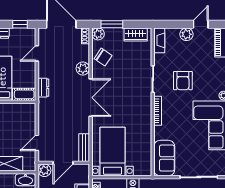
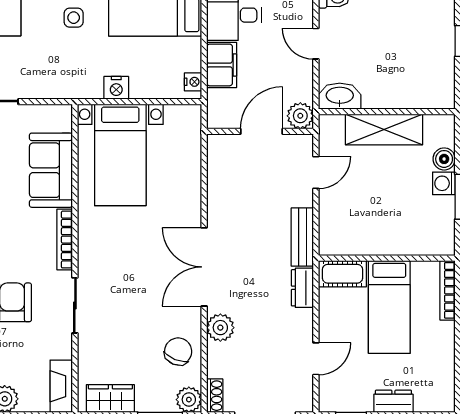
chair: (103, 57) -> (178, 351), turned 78
bench: (84, 148) -> (302, 237), moved
bed with nightstands: (112, 151) -> (120, 155), moved
sofa: (164, 158) -> (51, 170), moved

